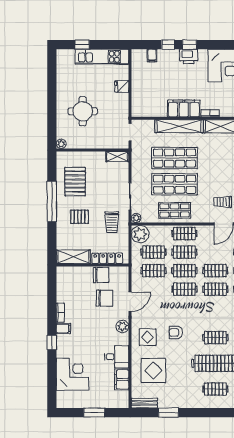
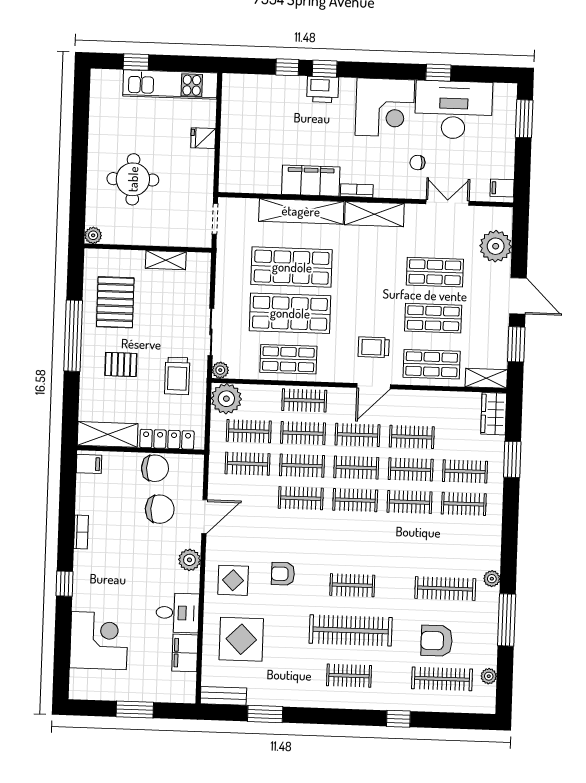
filing cabinet: (152, 55) -> (258, 85), removed
shelving: (117, 157) -> (166, 260), moved
clothes rail: (215, 252) -> (357, 435), added
filing cabinet: (63, 329) -> (89, 464), moved

